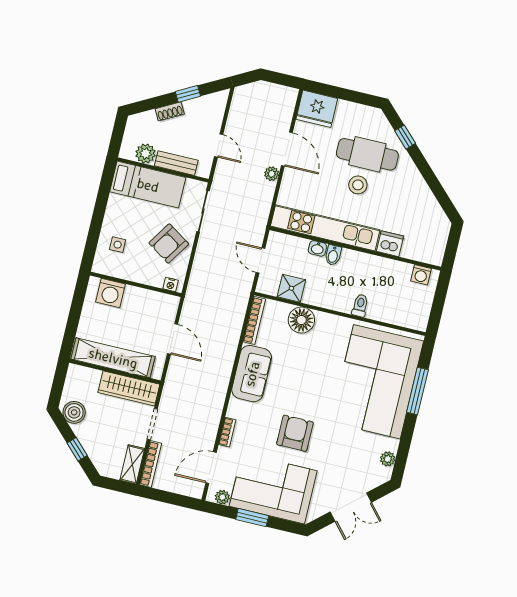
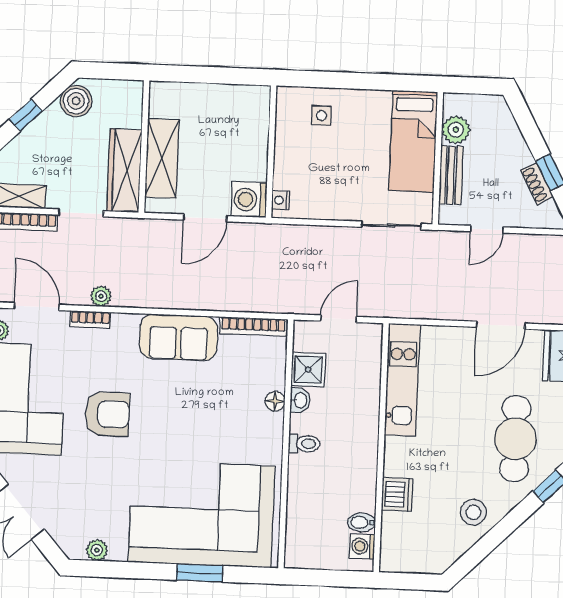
shoe rack: (170, 111) -> (537, 184), moved
plant: (272, 174) -> (101, 296), moved
stool: (358, 185) -> (473, 512), moved
kitchen unit: (325, 228) -> (402, 380), width x0.73
armchair: (169, 244) -> (337, 187), removed
washbasin: (317, 248) -> (300, 400), moved, turned 180
bidet: (333, 255) -> (362, 522), moved
washing machine: (111, 293) -> (249, 200), moved
toilet: (360, 305) -> (304, 444), moved
floor lamp: (301, 320) -> (275, 401), width x0.53, depth x0.53
shelving: (113, 358) -> (162, 158), width x0.68
window: (417, 391) -> (200, 573), width x0.69

